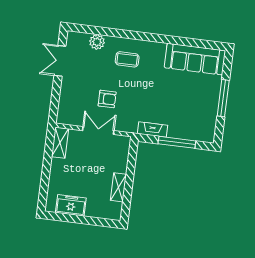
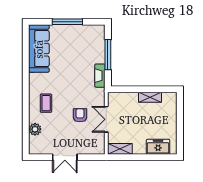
double door: (60, 61) -> (65, 157), moved
freezer: (71, 205) -> (158, 147), moved, turned 90

